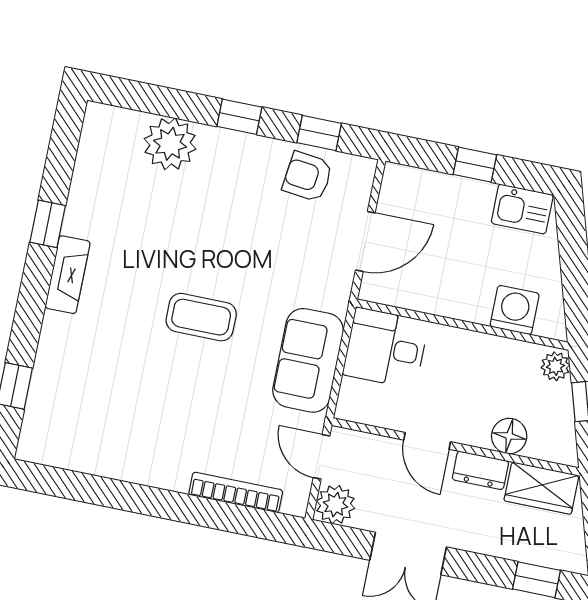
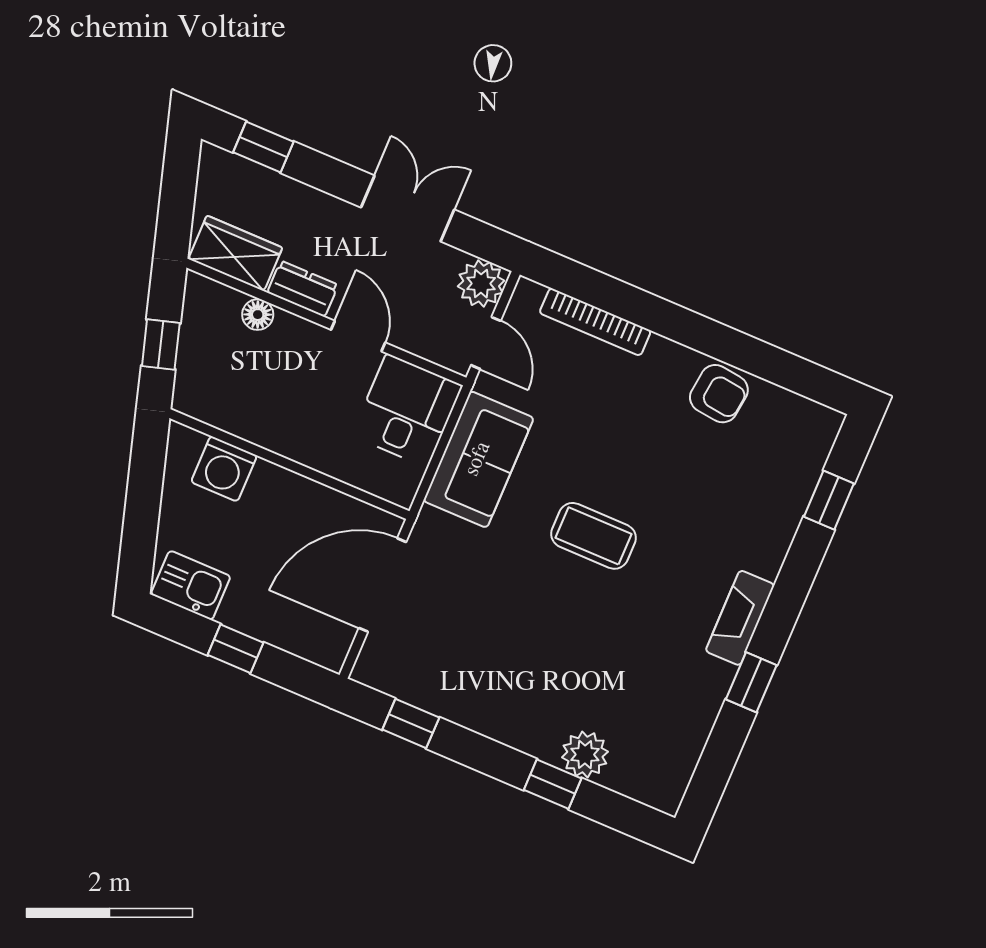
window: (239, 117) -> (553, 784), moved
plant: (170, 144) -> (585, 754), width x0.73, depth x0.73
armchair: (308, 177) -> (719, 394), moved
door: (365, 242) -> (383, 585), width x1.36
desk: (386, 348) -> (407, 411), moved, turned -90
plant: (555, 366) -> (190, 393), removed
floor lamp: (509, 436) -> (258, 315), width x0.73, depth x0.73

